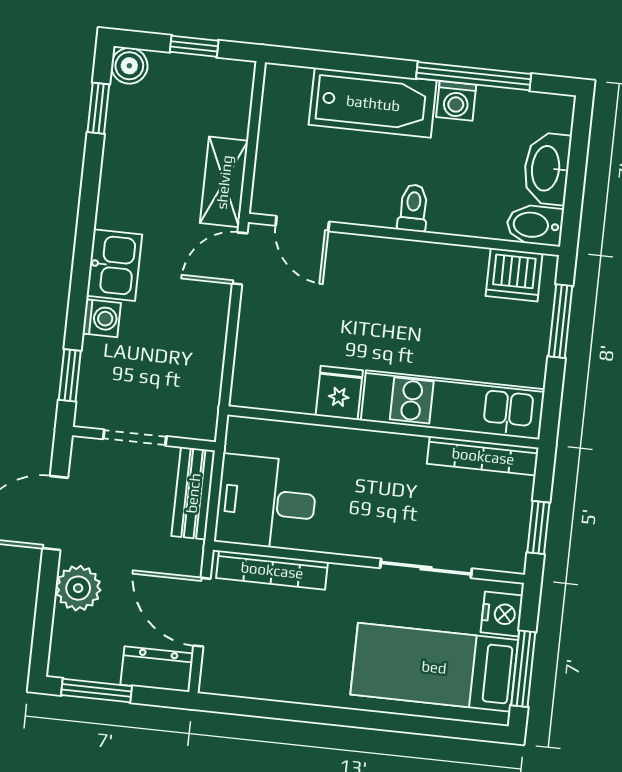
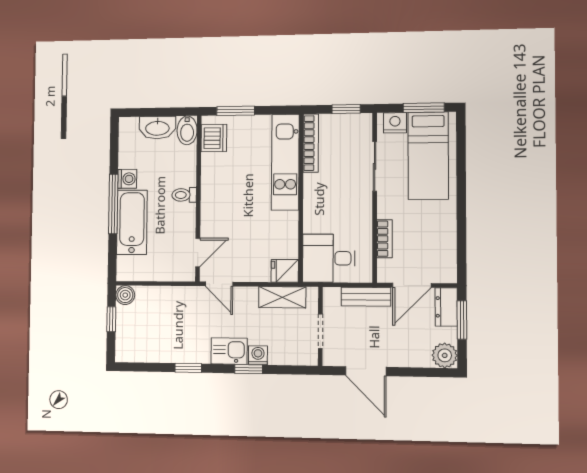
boiler: (129, 66) -> (125, 295), moved
window: (474, 76) -> (113, 204), moved
window: (98, 108) -> (188, 368), moved
shelving: (224, 182) -> (282, 297), moved
window: (70, 375) -> (249, 369), moved
fridge: (339, 393) -> (285, 271), moved
bench: (193, 493) -> (366, 297), moved
desk: (266, 502) -> (329, 258), moved, turned 90
bookcase: (272, 570) -> (385, 239), width x0.64
plant: (78, 588) -> (445, 355), moved
window: (97, 691) -> (462, 320), moved

